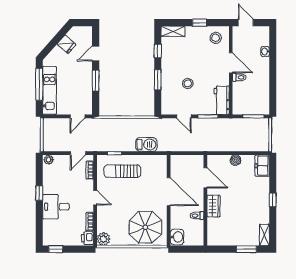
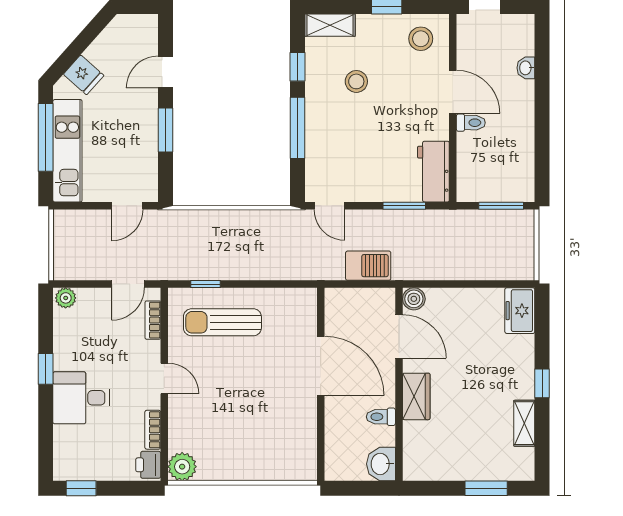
fridge: (66, 44) -> (84, 75), moved
window: (158, 80) -> (298, 128), width x1.44
stool: (188, 83) -> (356, 81), moved
door: (184, 116) -> (329, 206), moved
barbecue: (146, 145) -> (368, 266), moved
boiler: (235, 160) -> (414, 299), moved
parasol: (145, 227) -> (271, 441), removed
shelving: (264, 235) -> (524, 423), moved
washbasin: (177, 237) -> (381, 464), moved, turned 180

